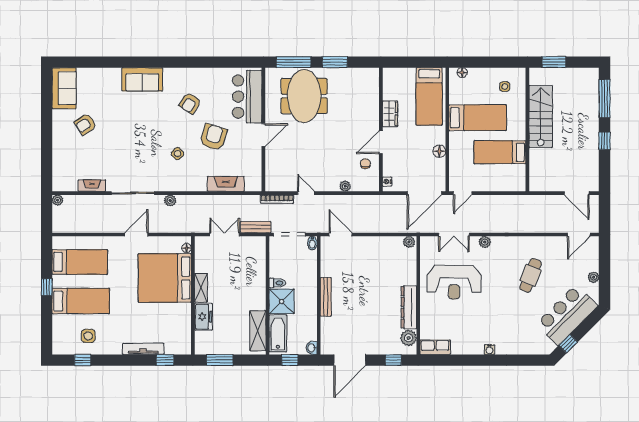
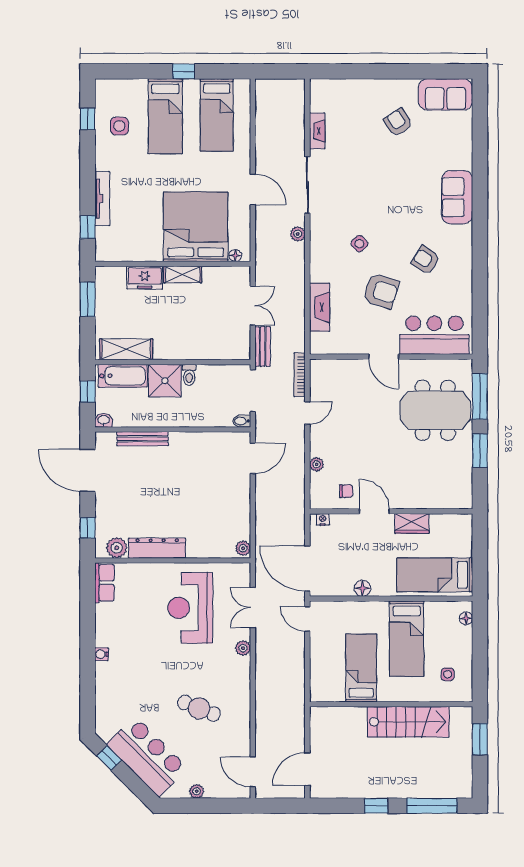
plant: (58, 200) -> (298, 86), removed
bench: (326, 297) -> (142, 439), moved

